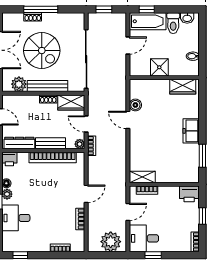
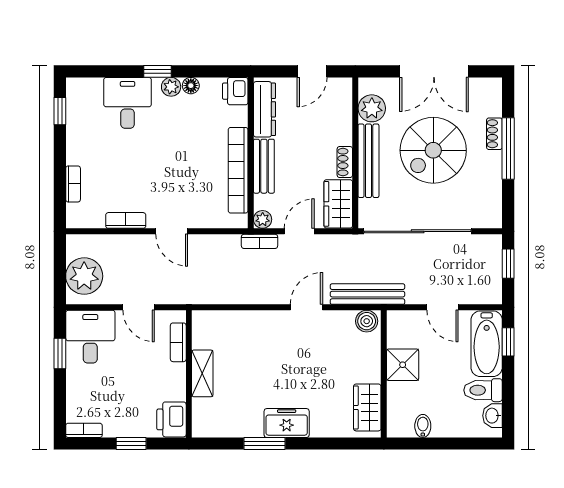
bench: (121, 87) -> (367, 294), added
boiler: (135, 105) -> (367, 321), moved
window: (202, 156) -> (265, 444), moved
shelving: (142, 177) -> (202, 373), moved

